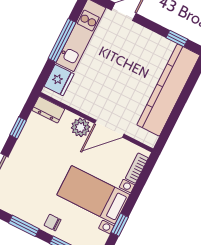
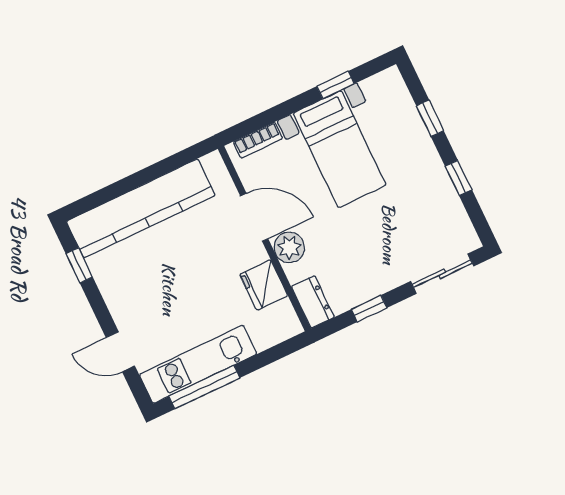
window: (62, 40) -> (204, 387), moved
fridge: (59, 80) -> (264, 285), moved, turned -90
chair: (53, 223) -> (419, 154), removed
window: (24, 226) -> (458, 178), width x0.67

